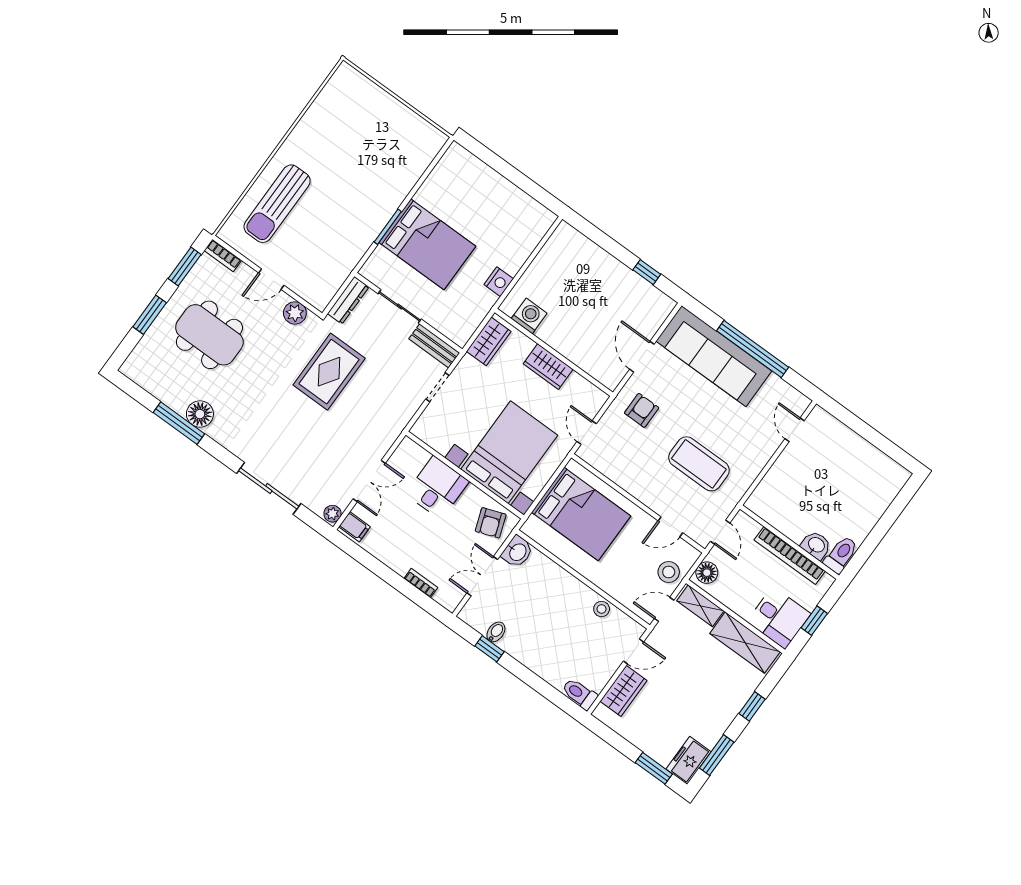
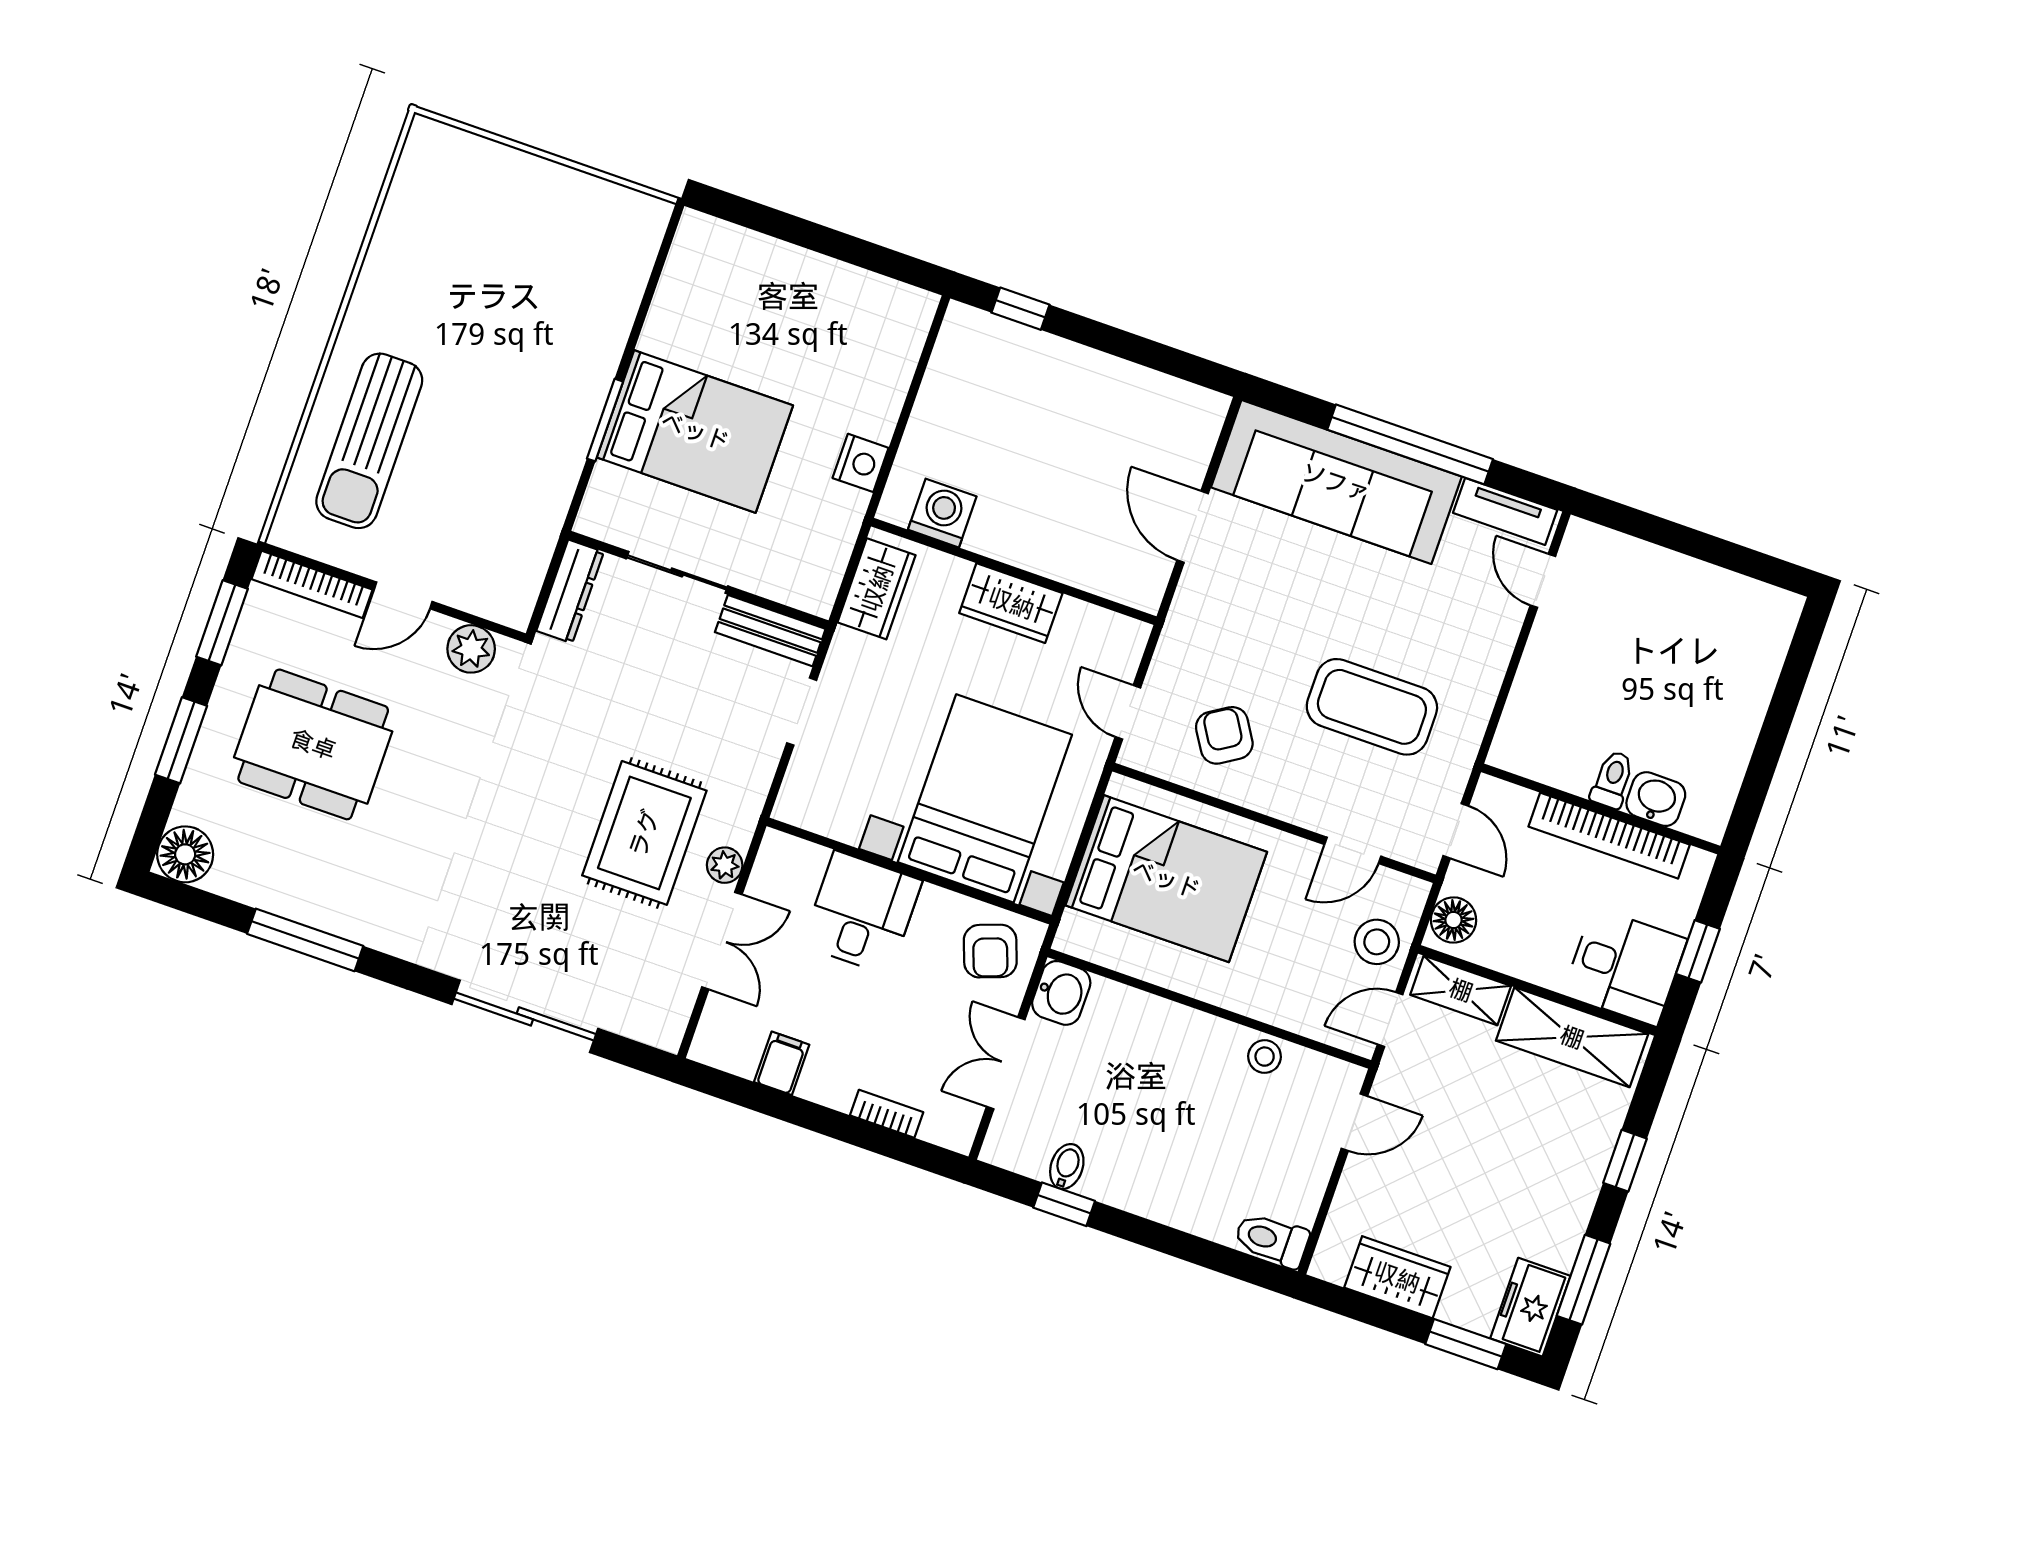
bookcase: (223, 255) -> (312, 584), width x1.56
window: (647, 272) -> (1021, 309), moved
rug: (329, 372) -> (644, 833), moved
tv unit: (787, 393) -> (1505, 511), added
armchair: (642, 410) -> (1224, 735), moved, turned -32
floor lamp: (200, 414) -> (185, 854), moved
plant: (332, 514) -> (725, 865), moved
filing cabinet: (355, 527) -> (782, 1063), moved, turned -90
toilet: (841, 555) -> (1612, 780), moved, width x0.73, depth x0.72
wardrobe: (624, 691) -> (1397, 1277), moved, turned -90

